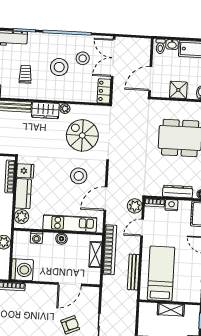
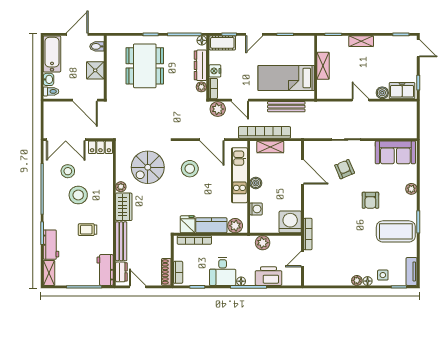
plant: (157, 191) -> (201, 87), added

